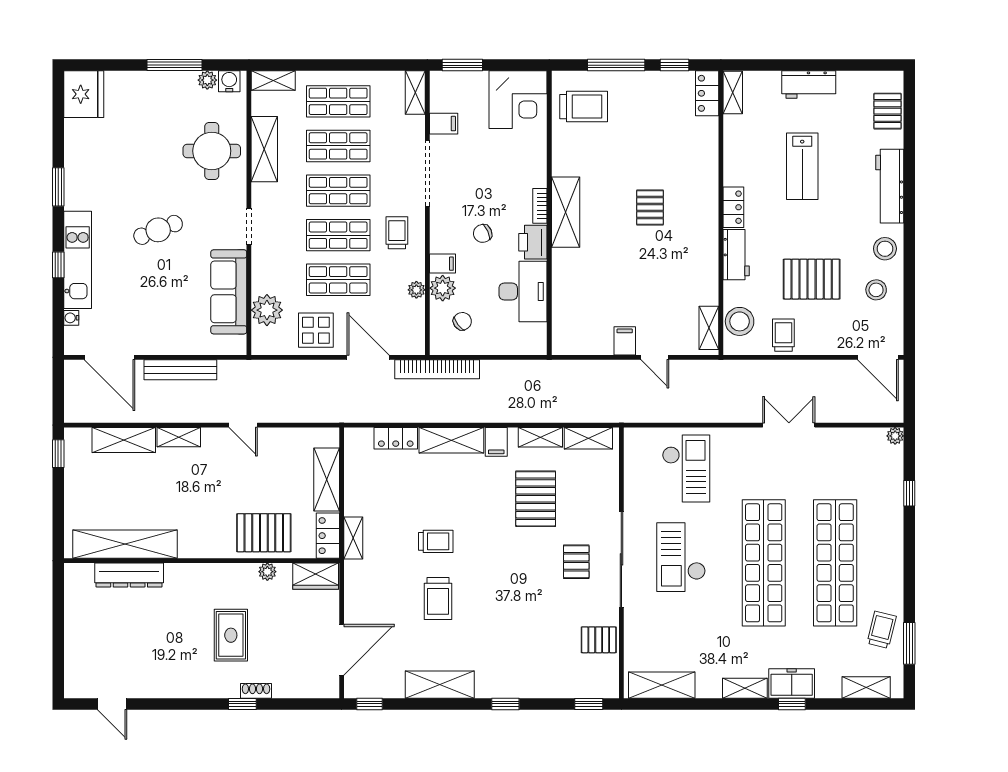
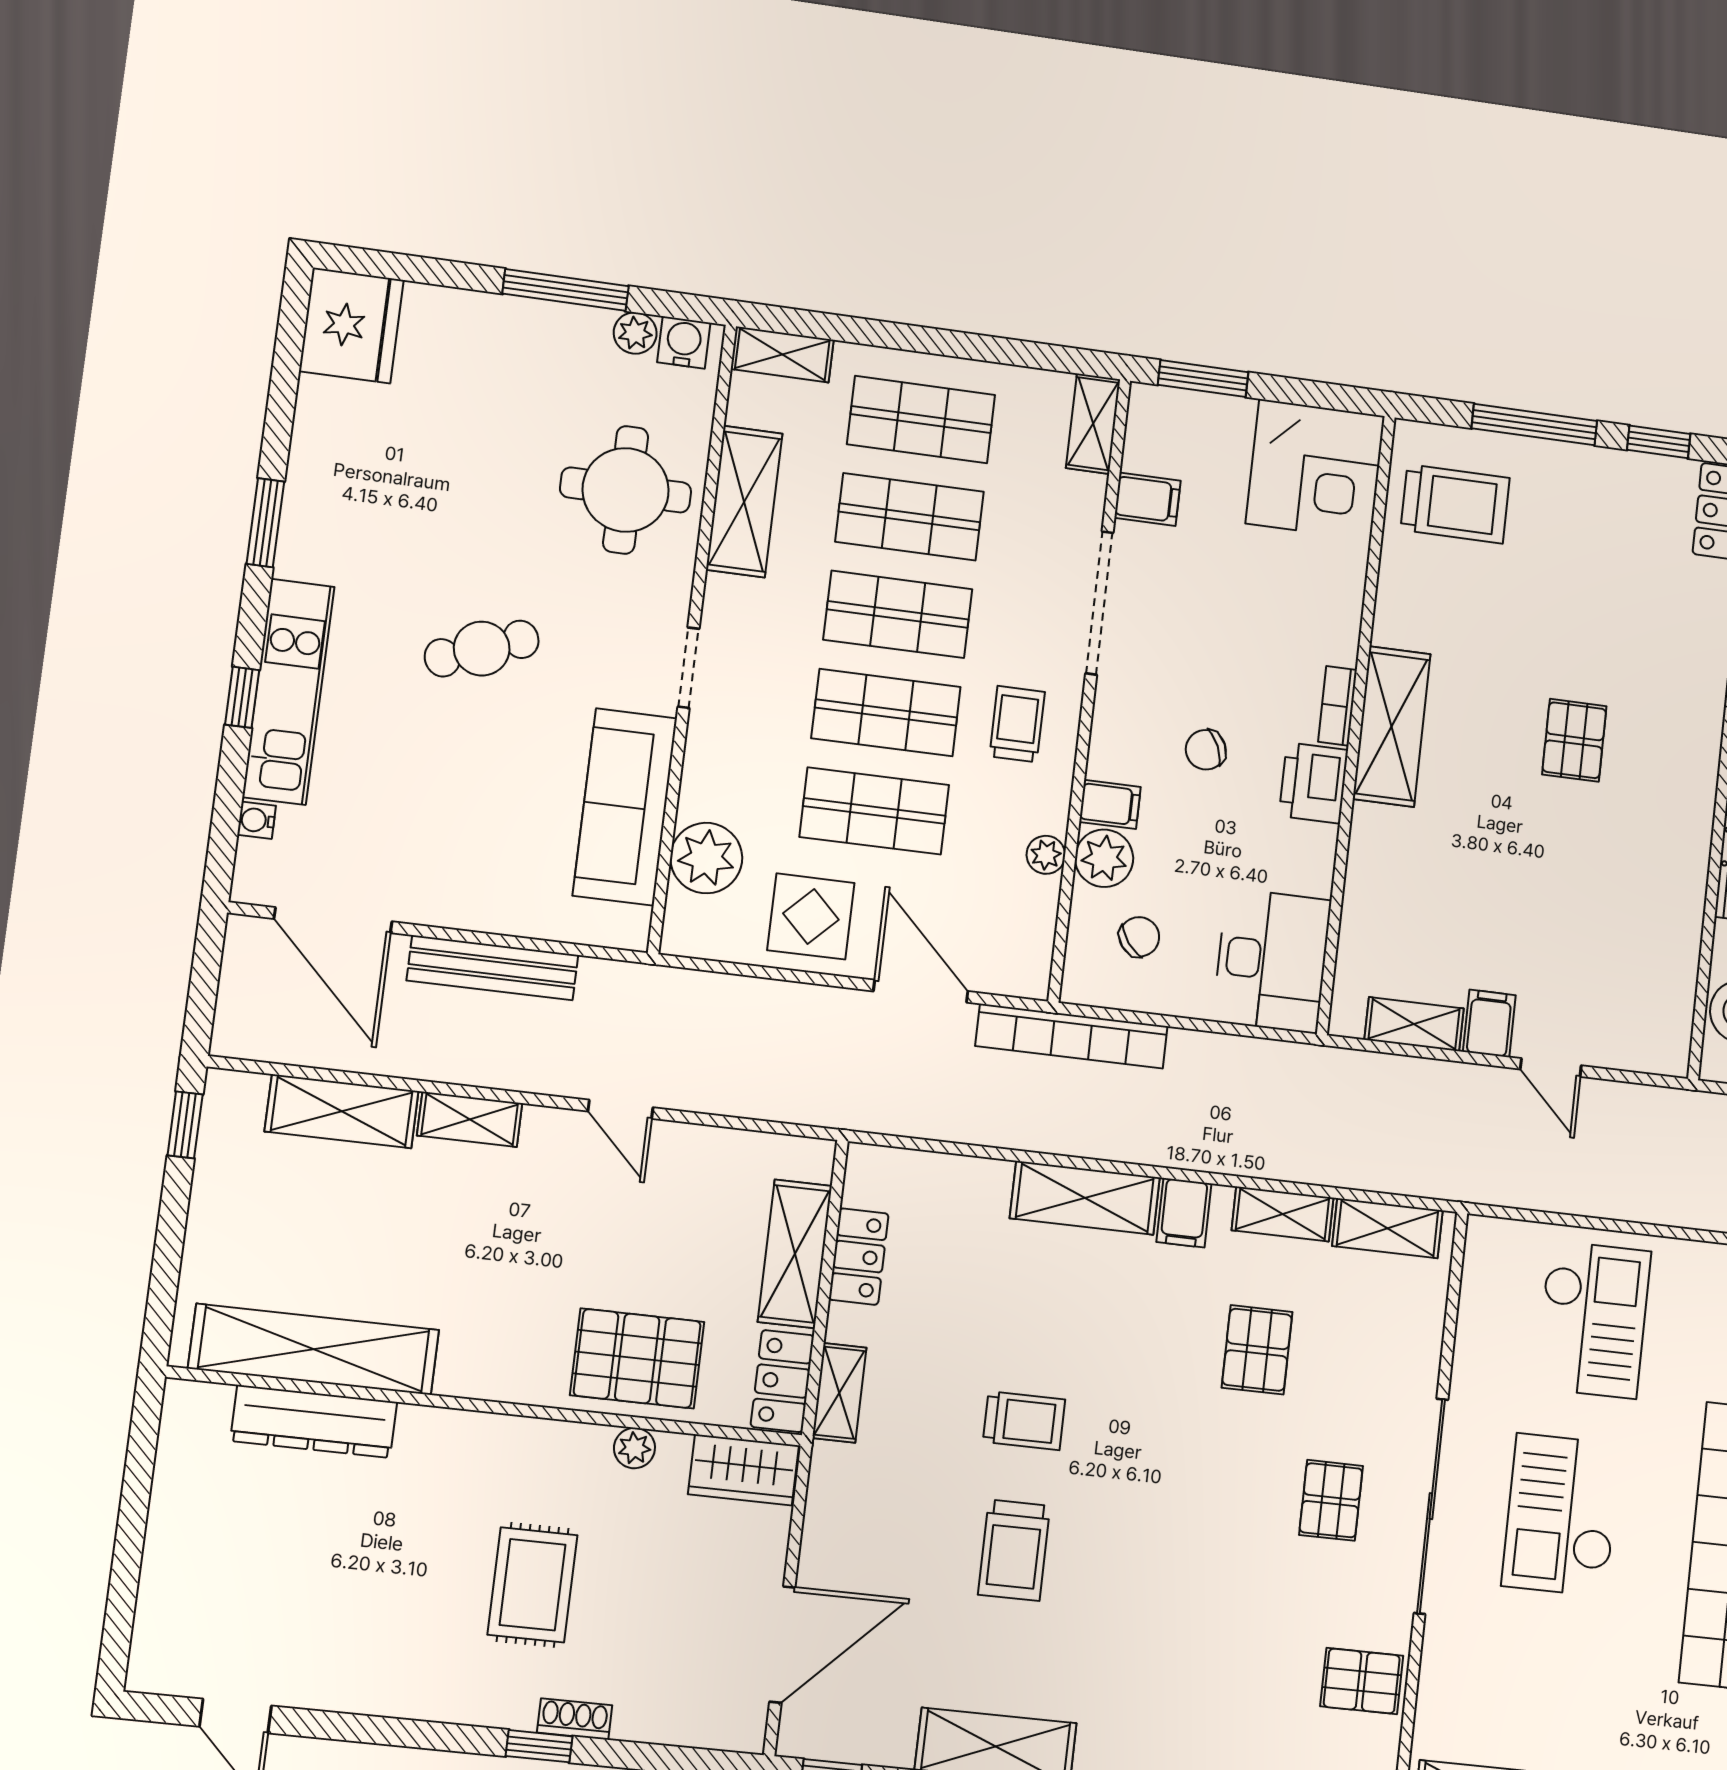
desk: (523, 291) -> (1272, 961), moved
shelving: (709, 328) -> (1414, 1024), moved, turned 90
locker: (396, 438) -> (859, 1257), moved, turned -90
pallet: (536, 499) -> (1257, 1350), width x0.67, depth x0.71

